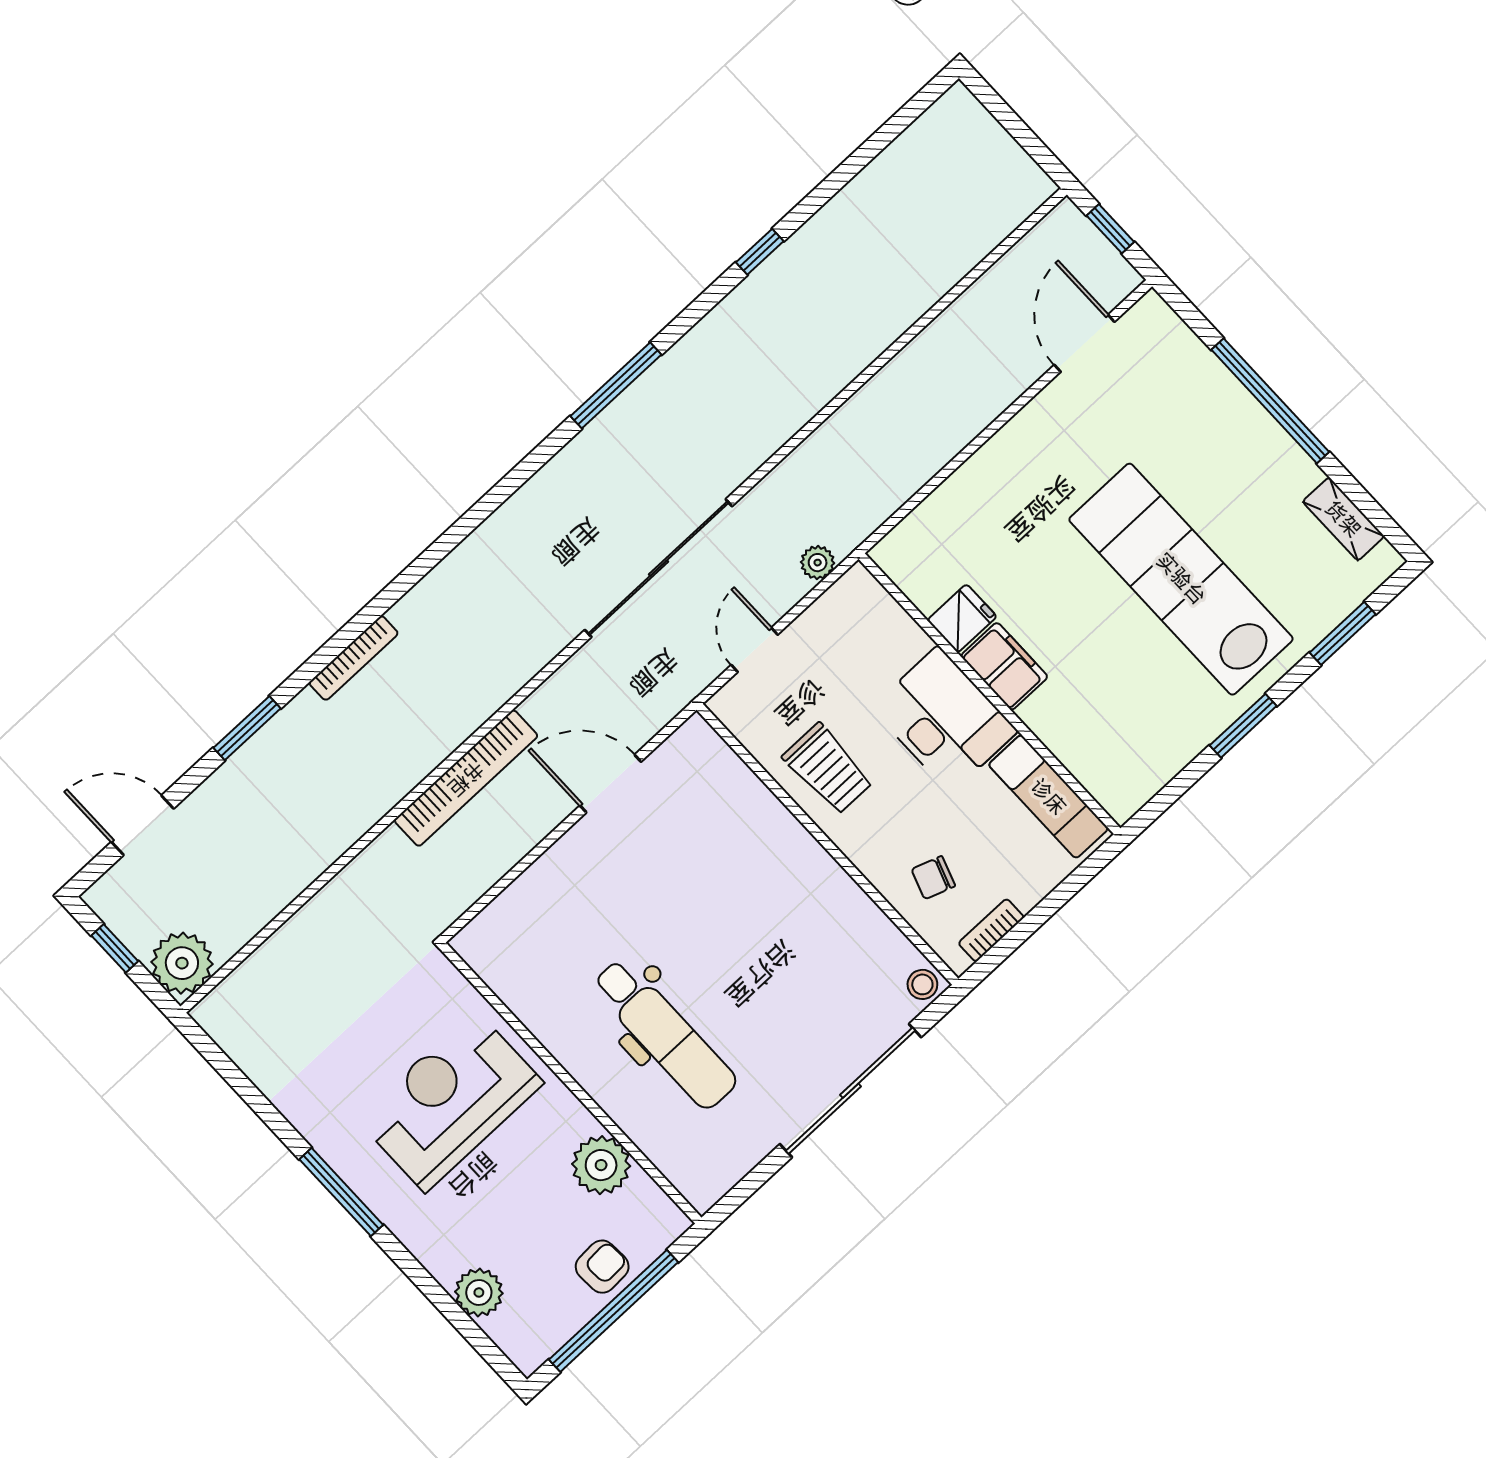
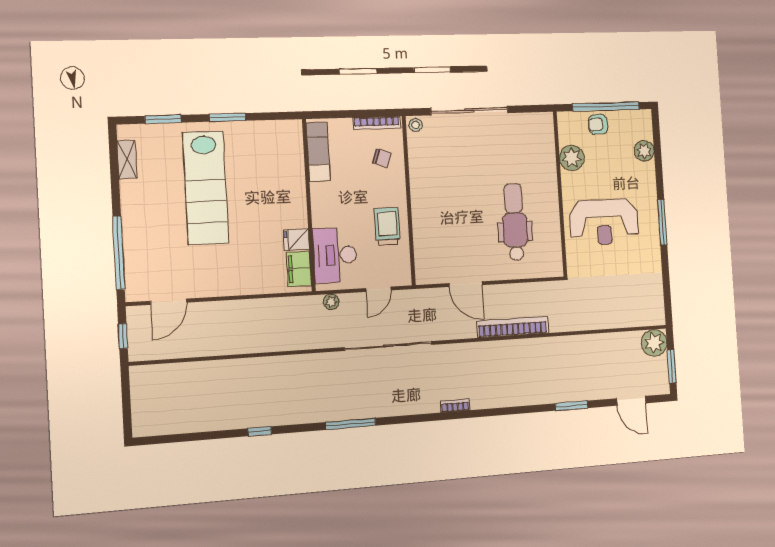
window: (1270, 401) -> (119, 253), moved
bookcase: (354, 658) -> (455, 406), moved, width x0.64
filing cabinet: (1004, 666) -> (299, 269), moved
desk: (944, 720) -> (335, 255), moved
bookcase: (991, 930) -> (377, 123), width x1.56
window: (115, 948) -> (672, 366), width x1.50
dental chair: (664, 1034) -> (515, 222), moved

